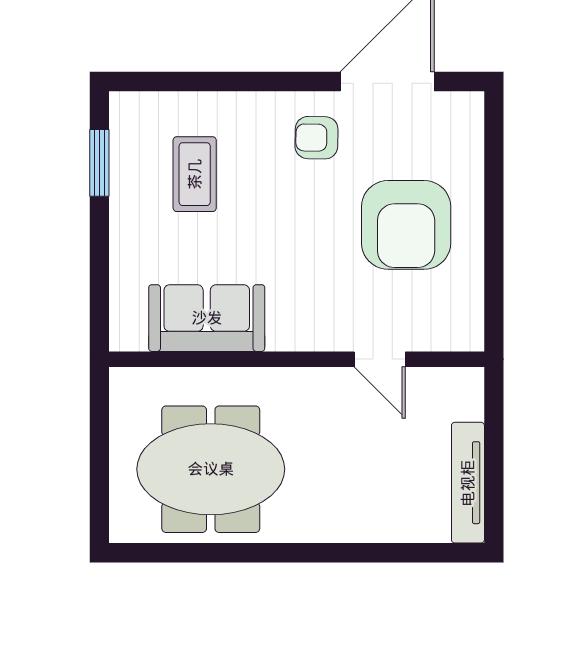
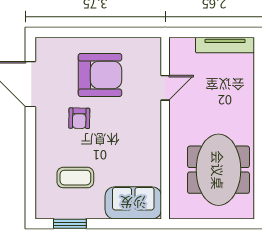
armchair: (316, 138) -> (79, 118), moved
sofa: (207, 318) -> (133, 203), moved, turned 90

